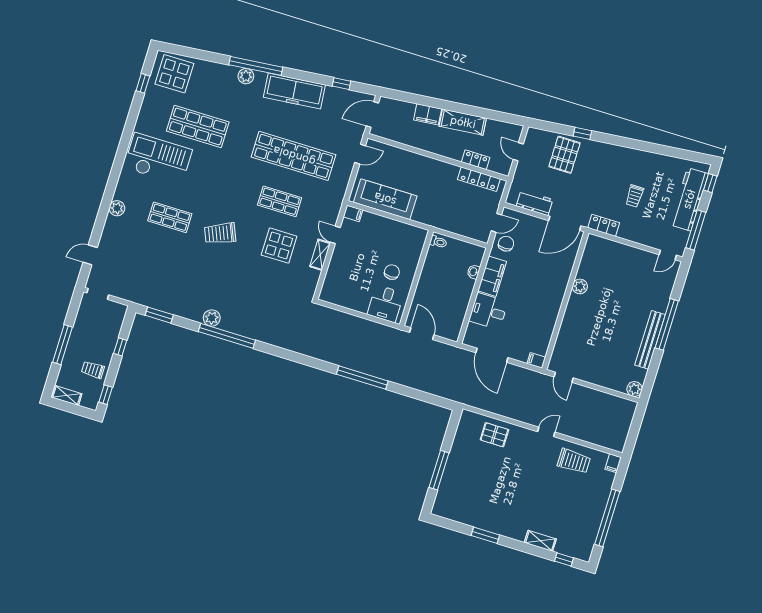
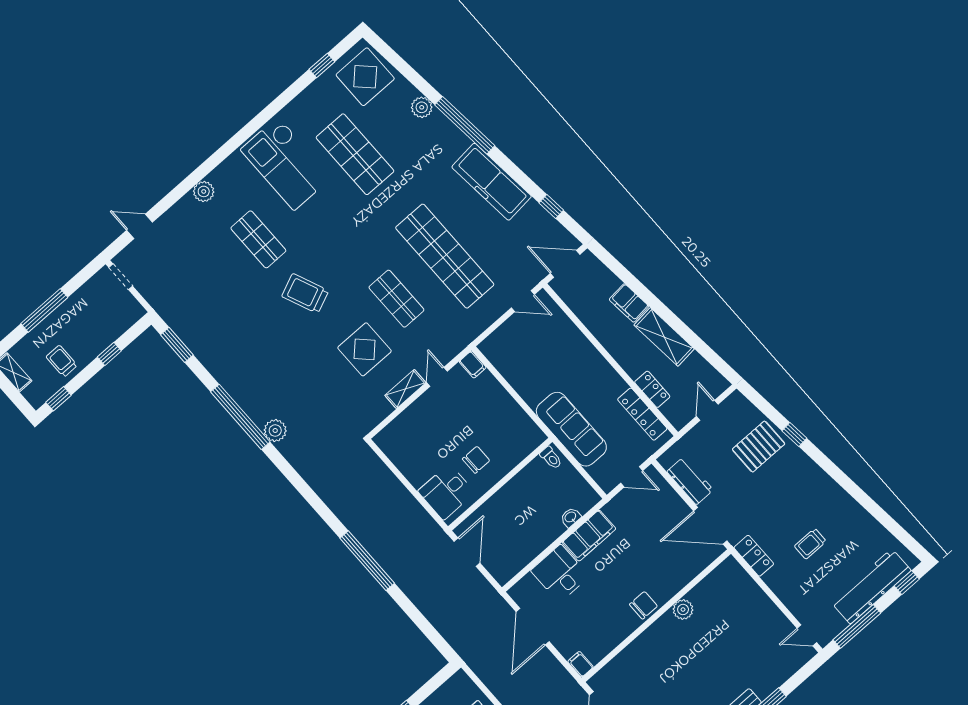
plant: (246, 76) -> (422, 107), moved
checkout: (158, 159) -> (286, 163), turned 180
sofa: (385, 199) -> (571, 429), moved
chair: (506, 244) -> (643, 605), moved
plant: (212, 318) -> (275, 430), moved

